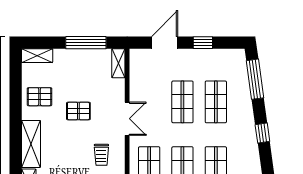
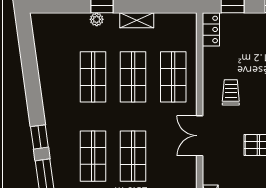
window: (262, 133) -> (39, 137), moved

